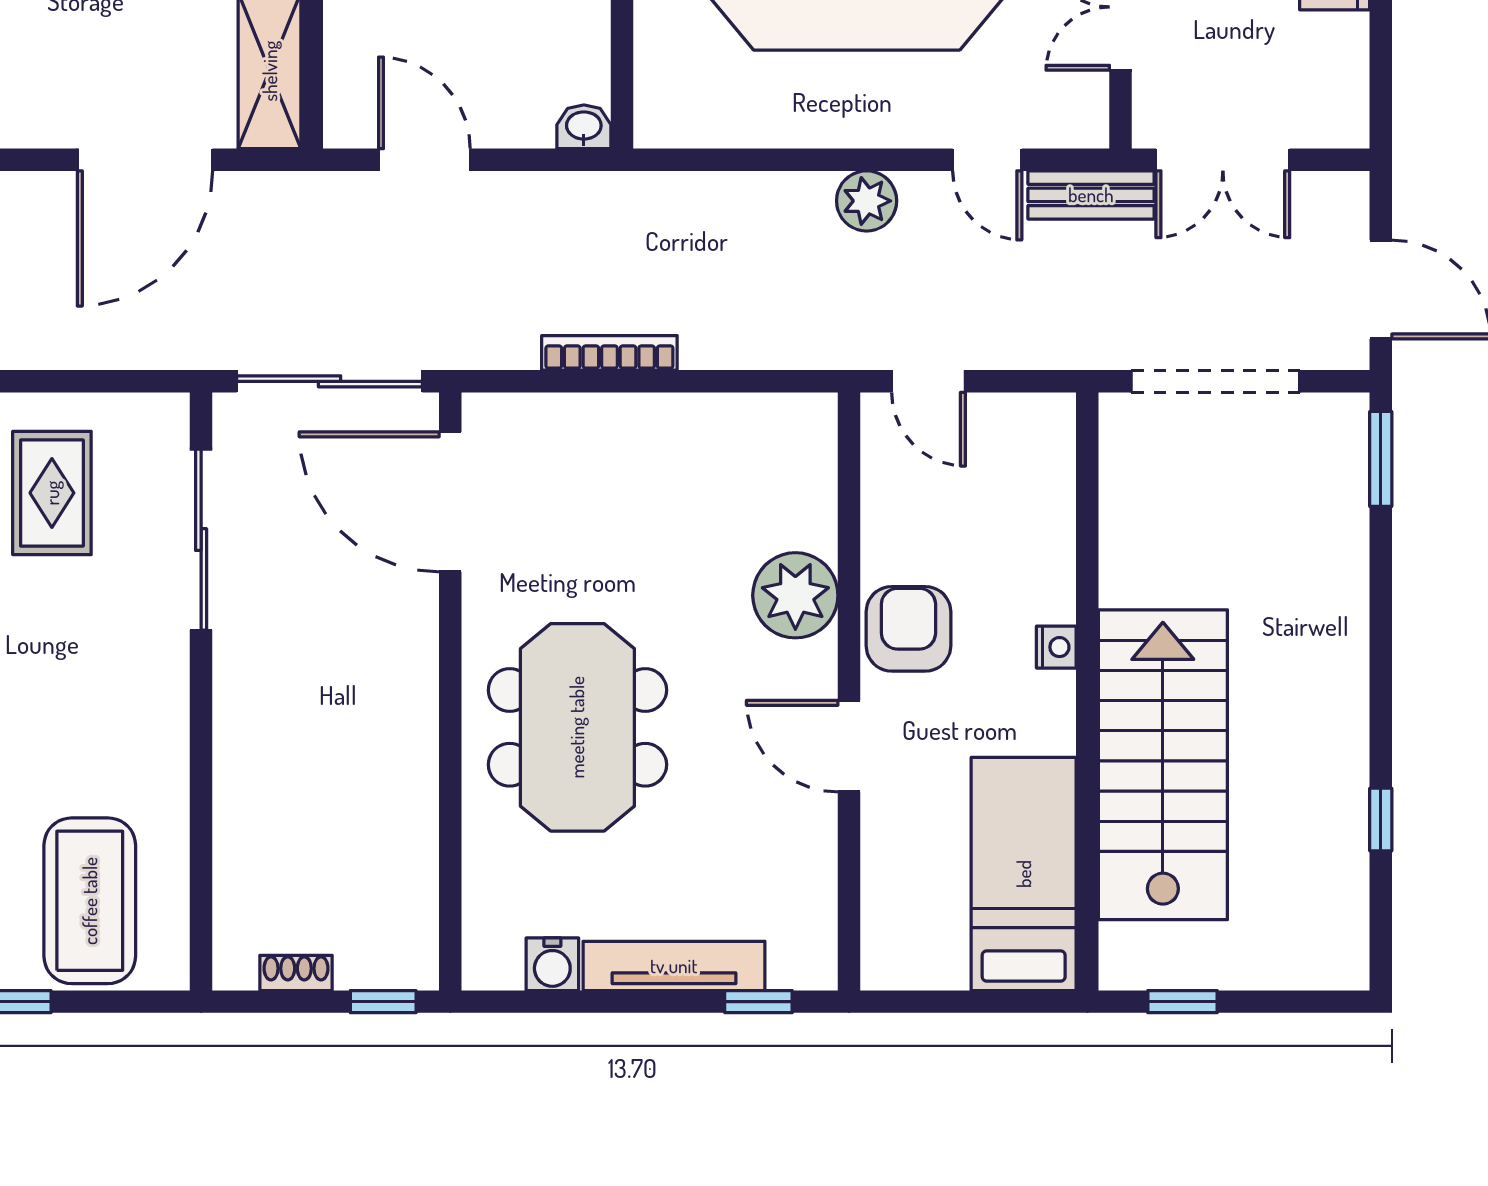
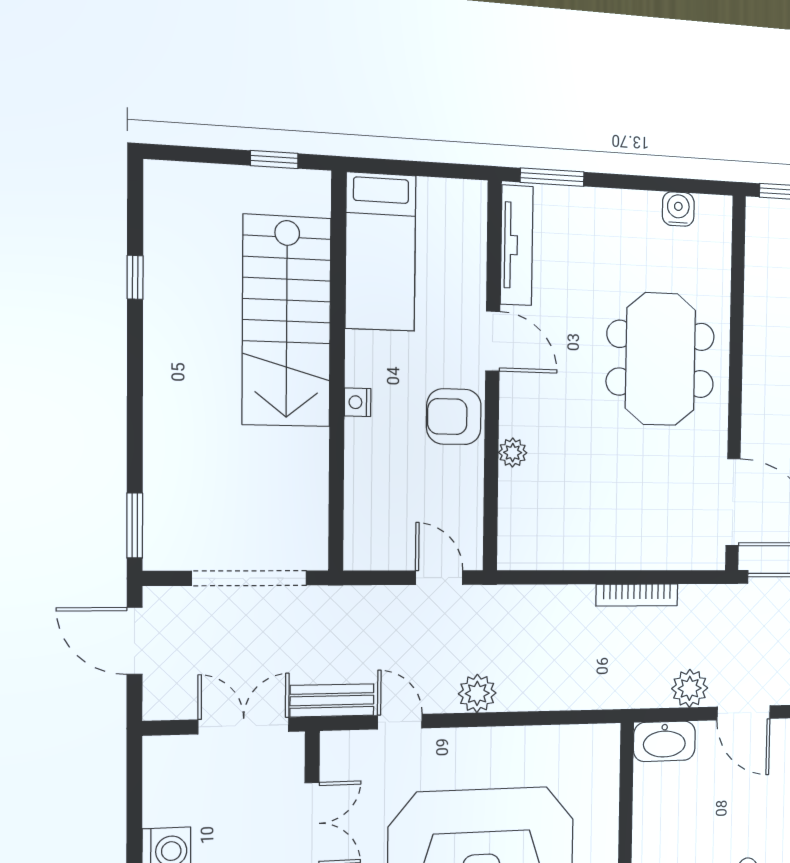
washbasin: (584, 127) -> (664, 741), width x1.91, depth x1.45
plant: (518, 202) -> (690, 688), added
plant: (795, 595) -> (513, 453), width x0.53, depth x0.53
armchair: (908, 629) -> (454, 417), turned 90
tv unit: (674, 966) -> (517, 245), moved, turned -90
window: (758, 1002) -> (552, 177), width x1.50

